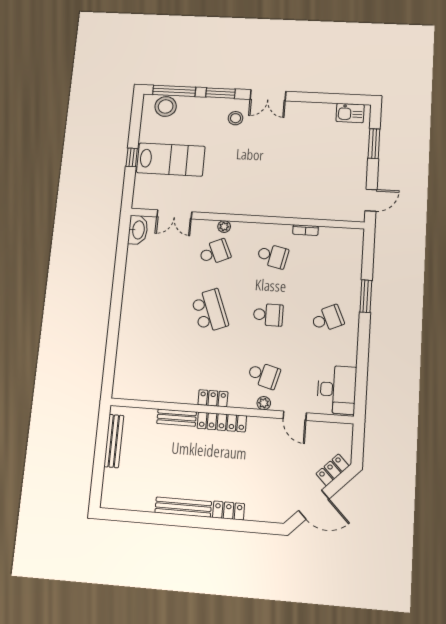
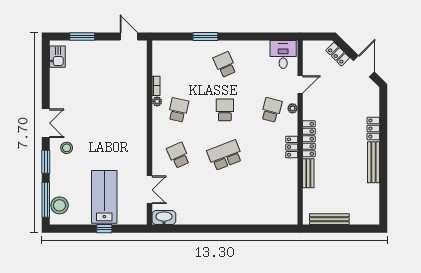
plant: (224, 227) -> (157, 101), moved
desk: (337, 390) -> (283, 54), width x0.73

